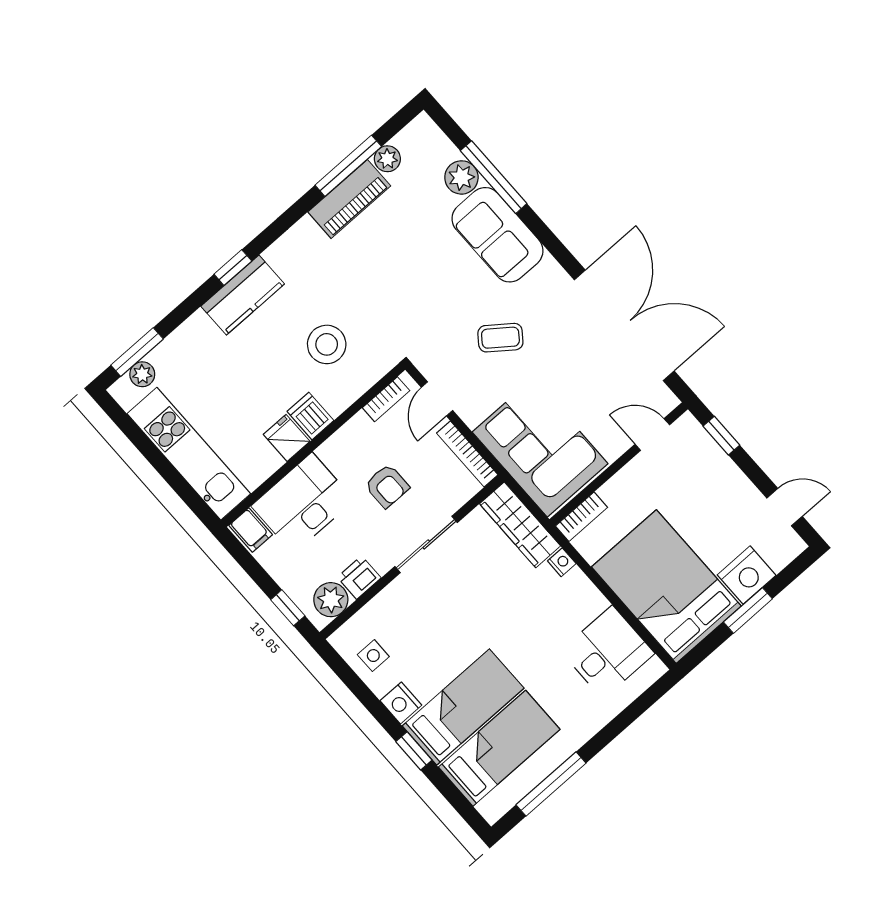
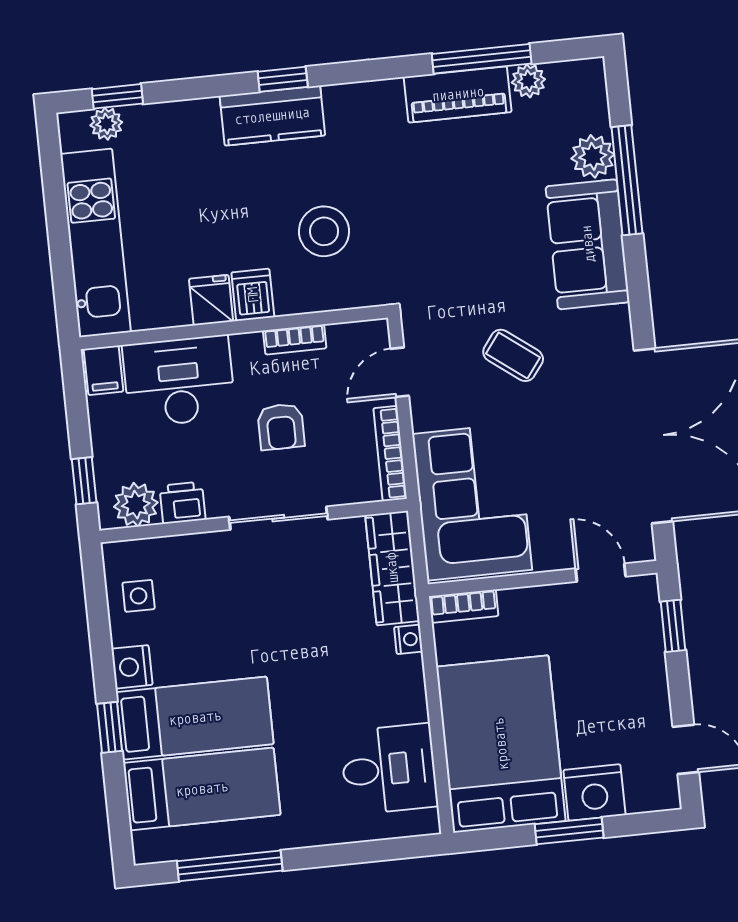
window: (137, 352) -> (117, 96), width x0.67
bookcase: (386, 399) -> (295, 339), moved

